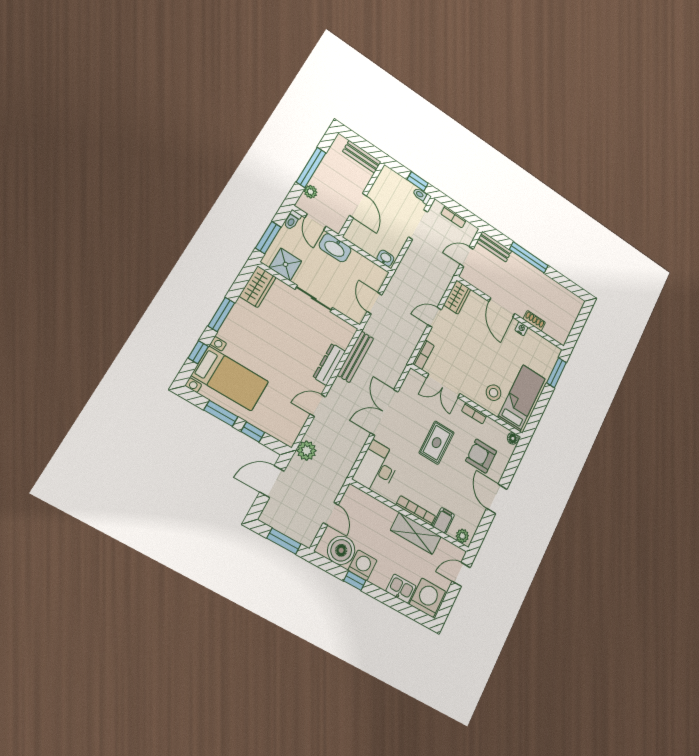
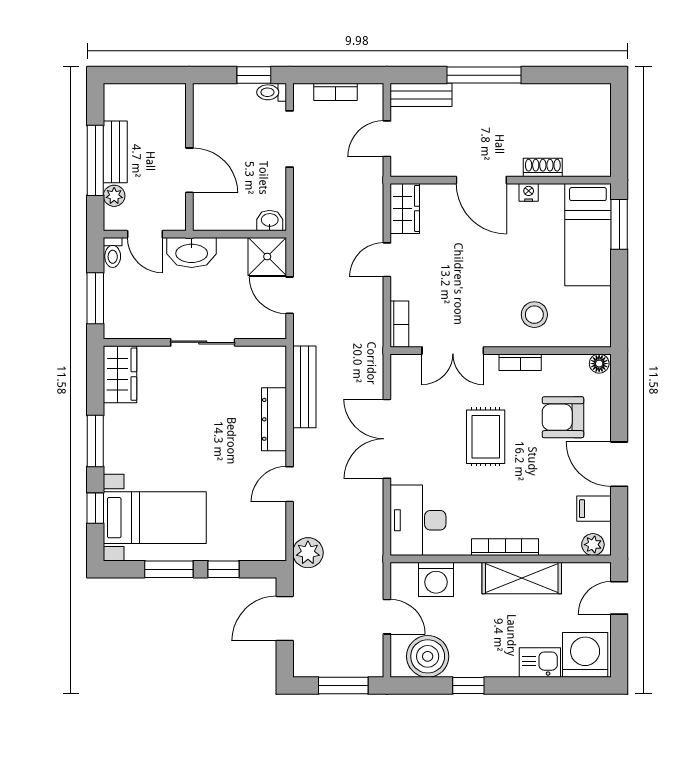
bench: (362, 157) -> (115, 152), moved, turned 90
shower: (285, 264) -> (267, 257), moved
bed: (522, 398) -> (588, 235), moved, turned 180
filing cabinet: (443, 521) -> (594, 509), moved, turned -90
washing machine: (362, 565) -> (436, 579), moved, turned 180

